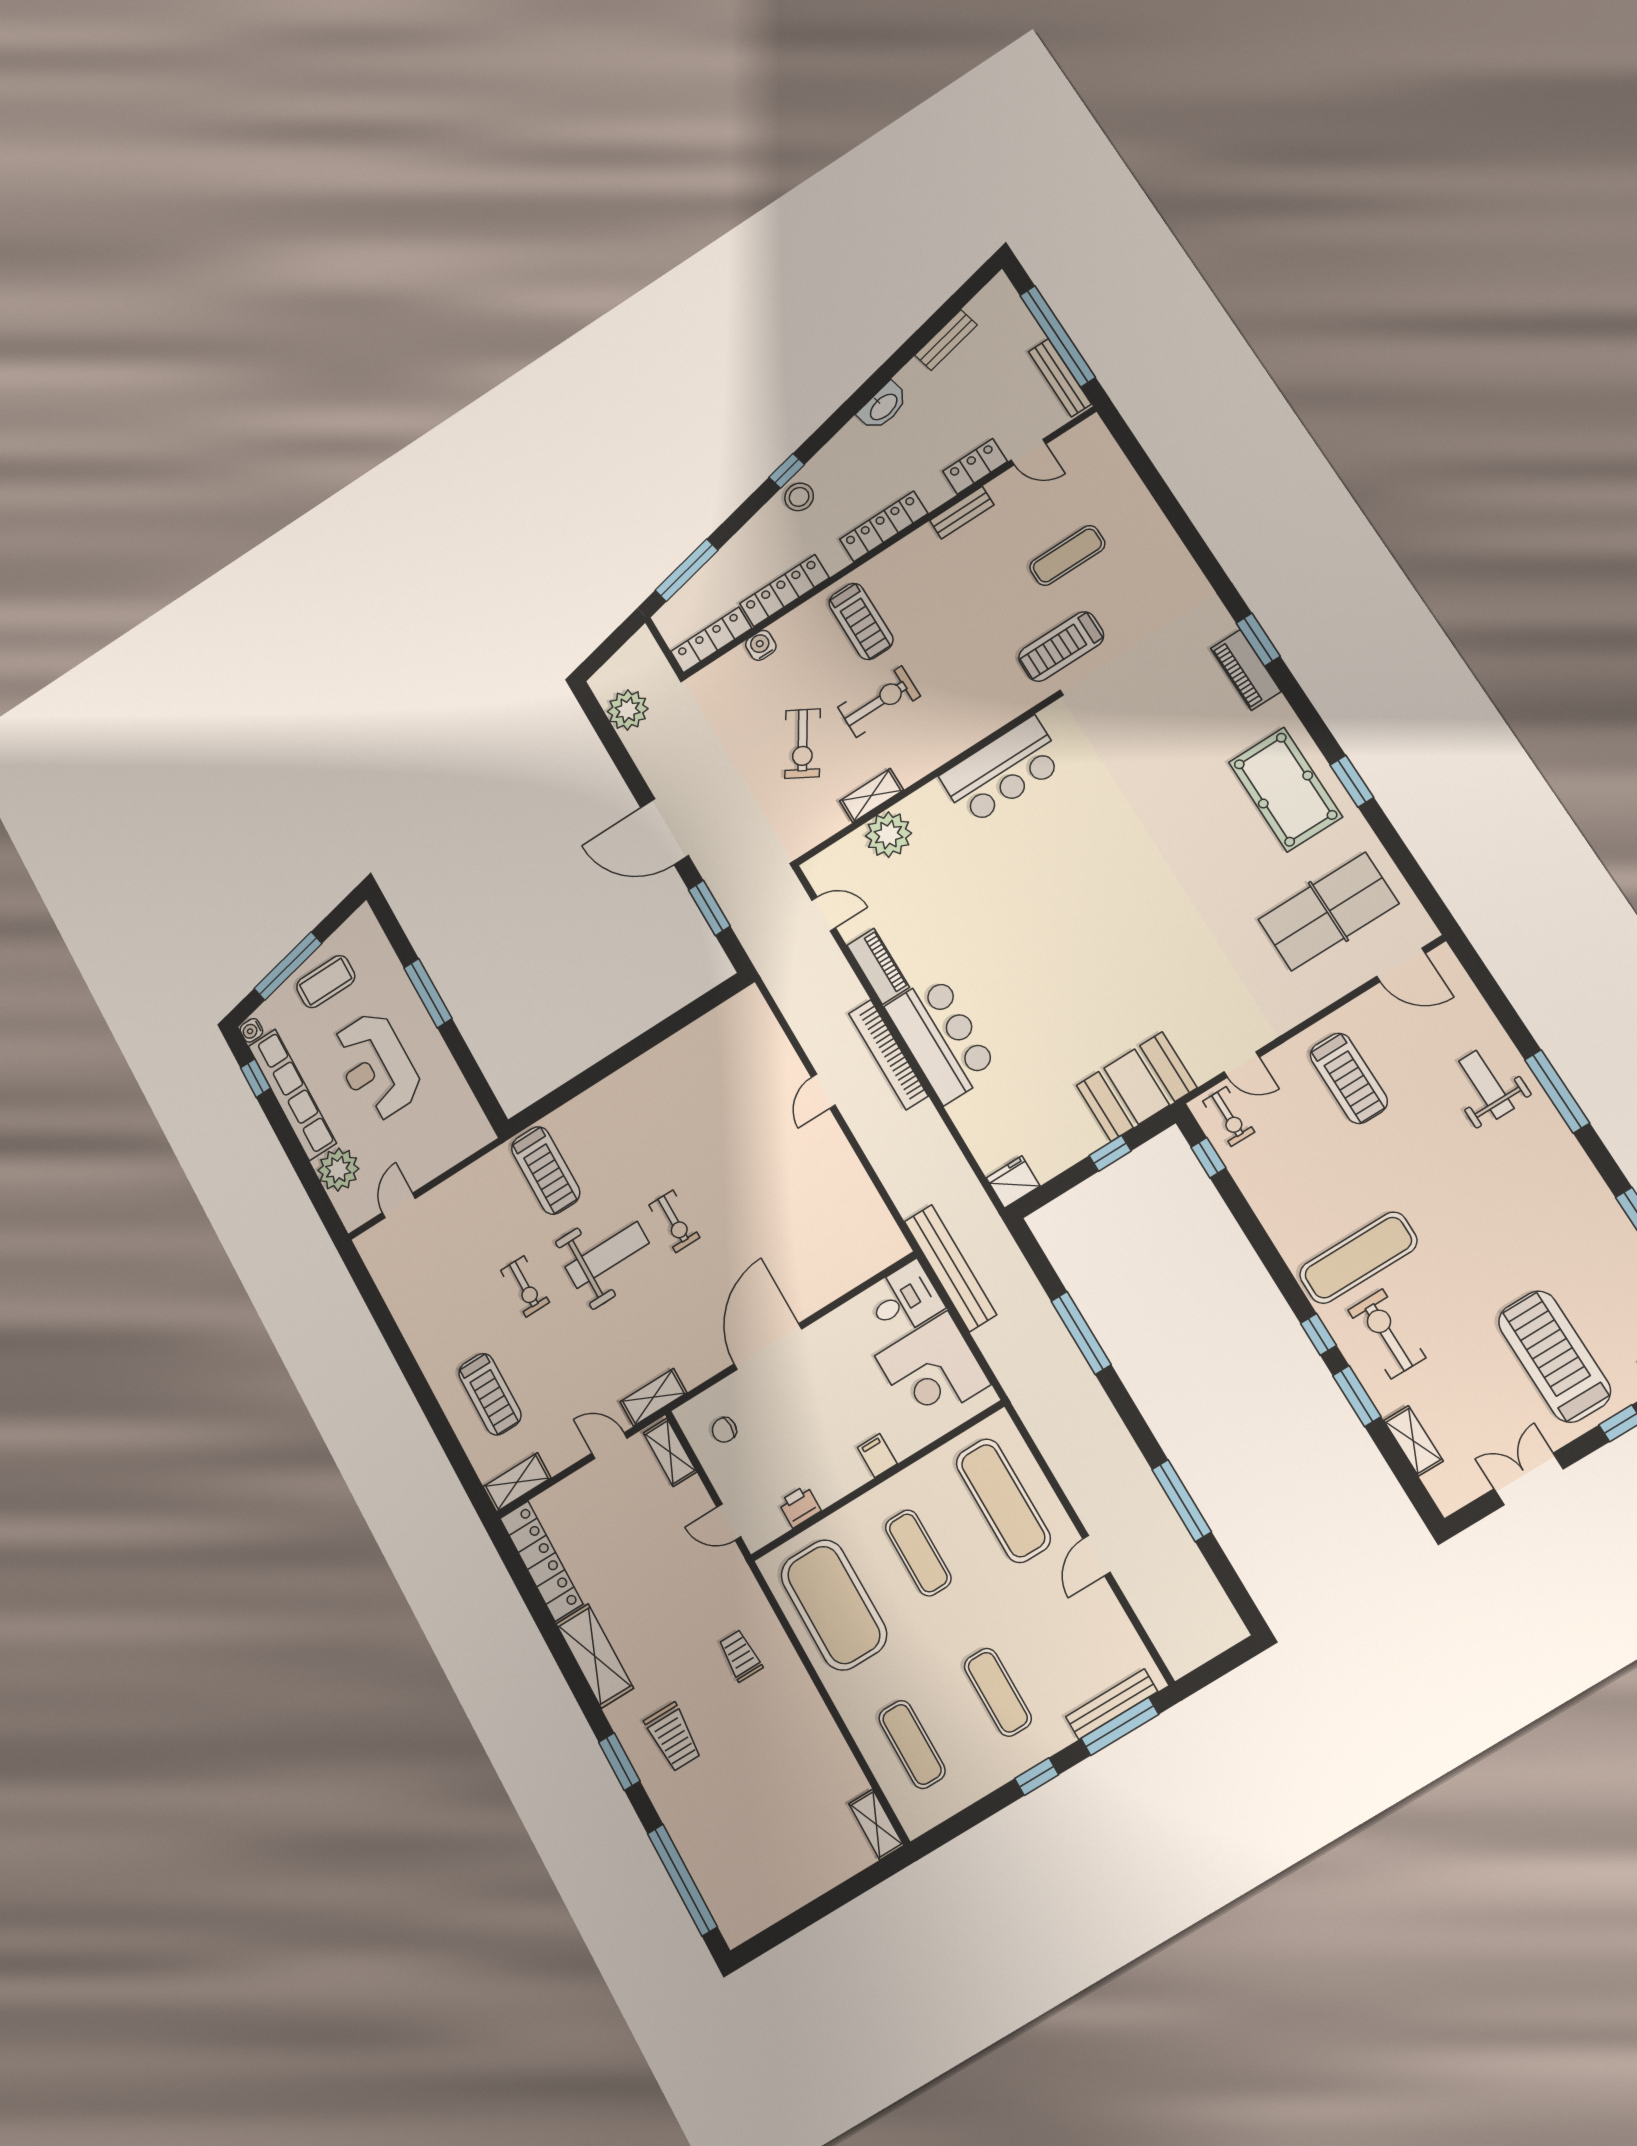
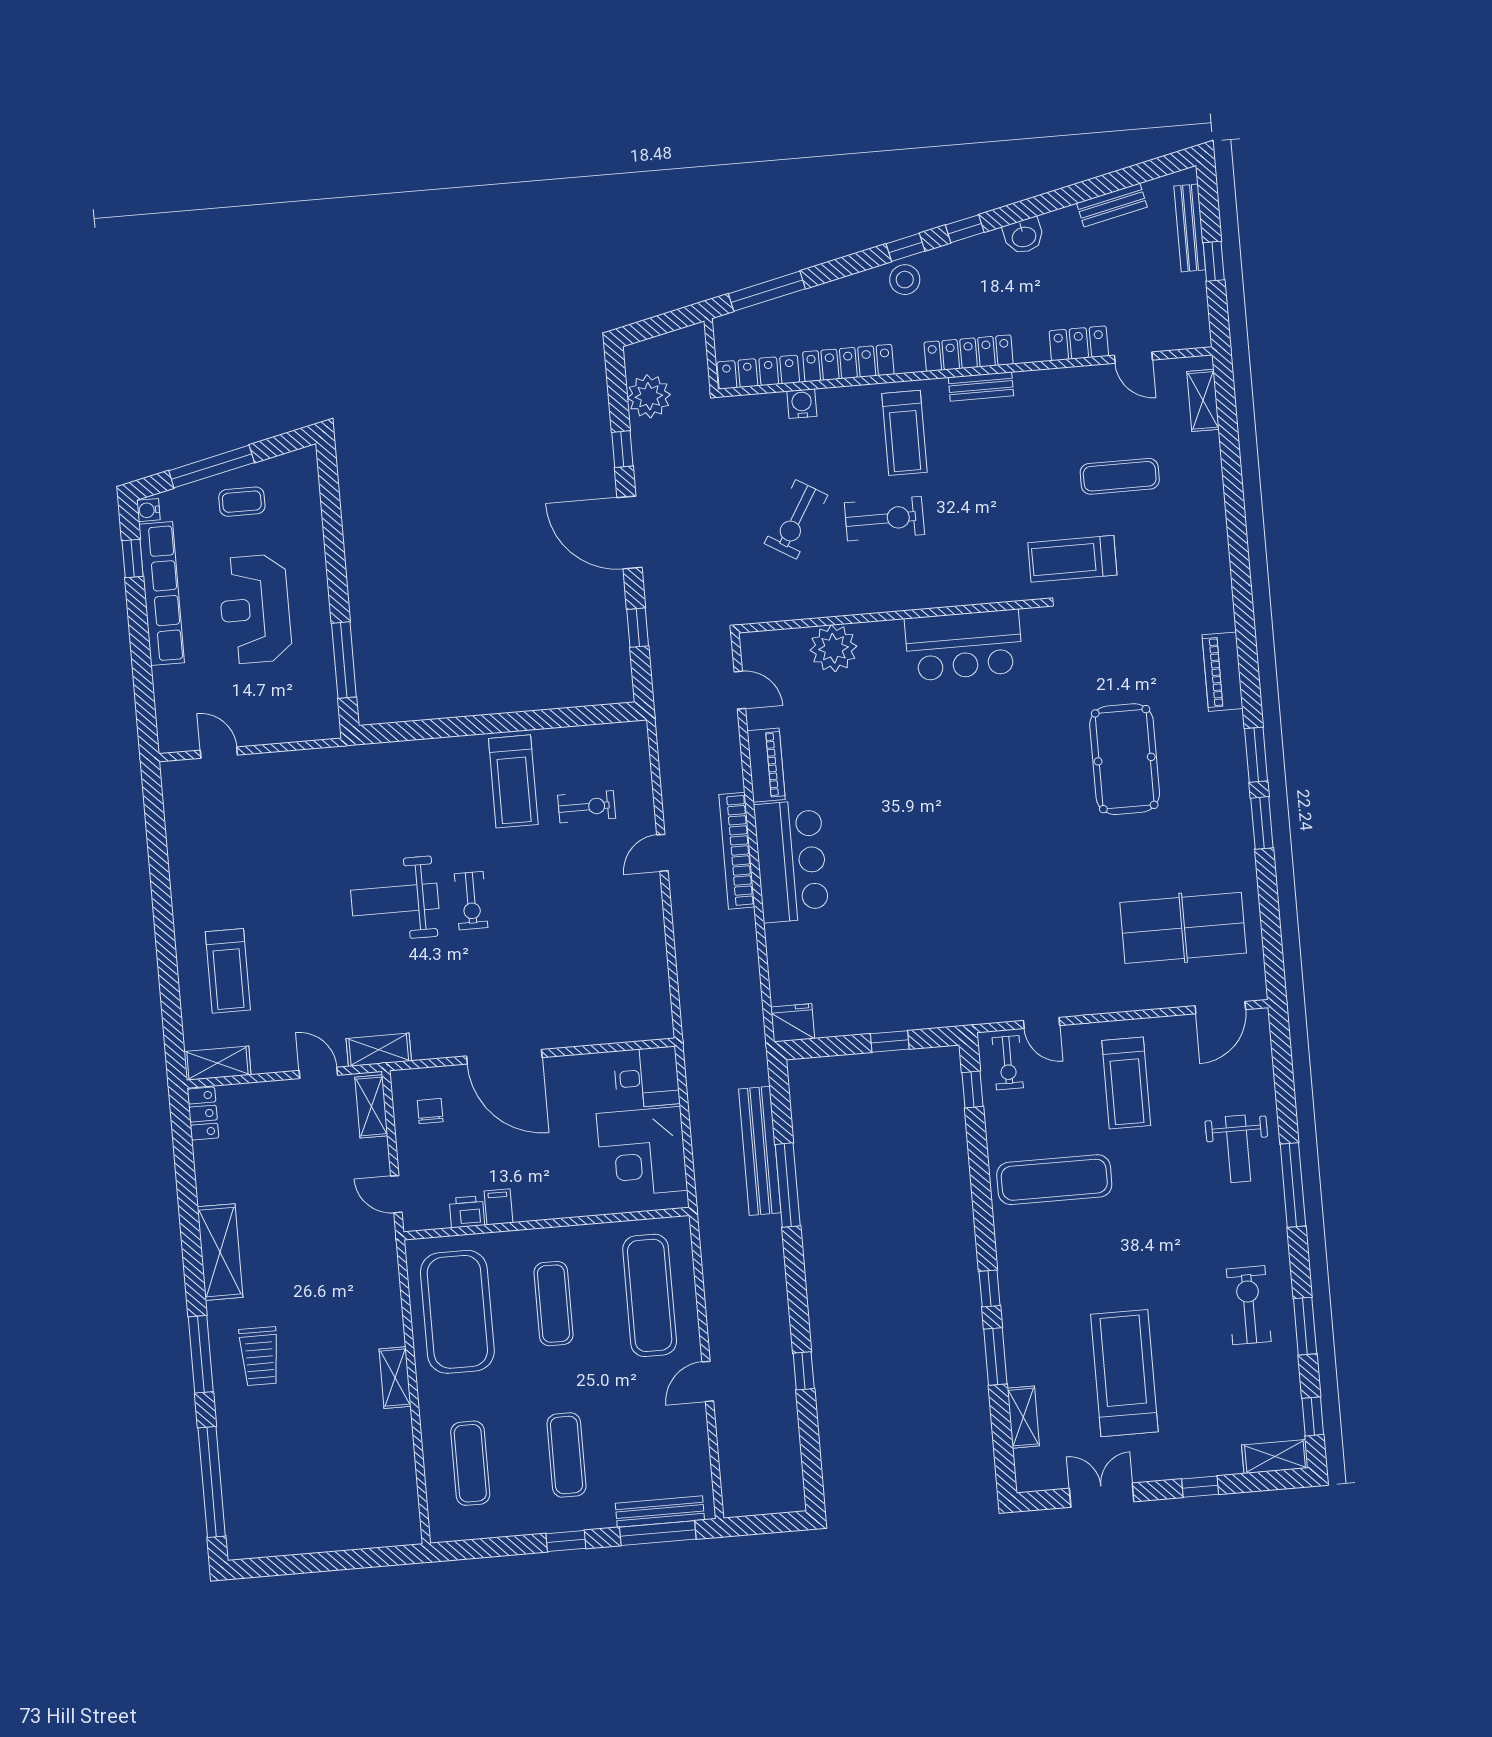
window: (1058, 336) -> (1214, 261), width x0.32
bench: (1060, 378) -> (1190, 228), moved
washbasin: (883, 406) -> (1024, 236), width x0.72
window: (830, 428) -> (965, 229), added
bench: (962, 513) -> (981, 386), moved
window: (1258, 640) -> (1256, 755), moved
window: (626, 766) -> (622, 449), added
pool table: (1285, 790) -> (1125, 759), moved
shelving: (872, 796) -> (1203, 400), moved, turned 90
window: (709, 908) -> (638, 628), width x0.67
door: (1401, 965) -> (1220, 1008), hinge flipped
coffee table: (326, 982) -> (242, 502), width x0.73, depth x0.77
window: (428, 993) -> (344, 660), moved
weight bench: (1486, 1085) -> (1238, 1149), turned 180
booth: (1137, 1087) -> (942, 995), removed
plant: (338, 1170) -> (175, 689), removed
treadmill: (546, 1170) -> (513, 781), moved
door: (399, 1205) -> (219, 753), hinge flipped
weight bench: (607, 1255) -> (395, 899), turned 180
exercise mat: (1358, 1258) -> (1054, 1180), moved
bench: (950, 1268) -> (760, 1151), moved
exercise bike: (525, 1286) -> (587, 807), moved, turned -90
exercise bike: (1387, 1334) -> (1249, 1305), moved
door: (768, 1346) -> (504, 1057), swing flipped
treadmill: (1554, 1356) -> (1124, 1373), moved
chair: (724, 1430) -> (430, 1111), turned 90
filing cabinet: (877, 1456) -> (498, 1207), moved
window: (1182, 1501) -> (804, 1371), width x0.46
locker: (541, 1561) -> (203, 1114), width x0.46, depth x0.83
trolley: (740, 1656) -> (353, 1315), removed
window: (619, 1762) -> (201, 1354), width x1.44
shelving: (876, 1825) -> (395, 1378), moved

